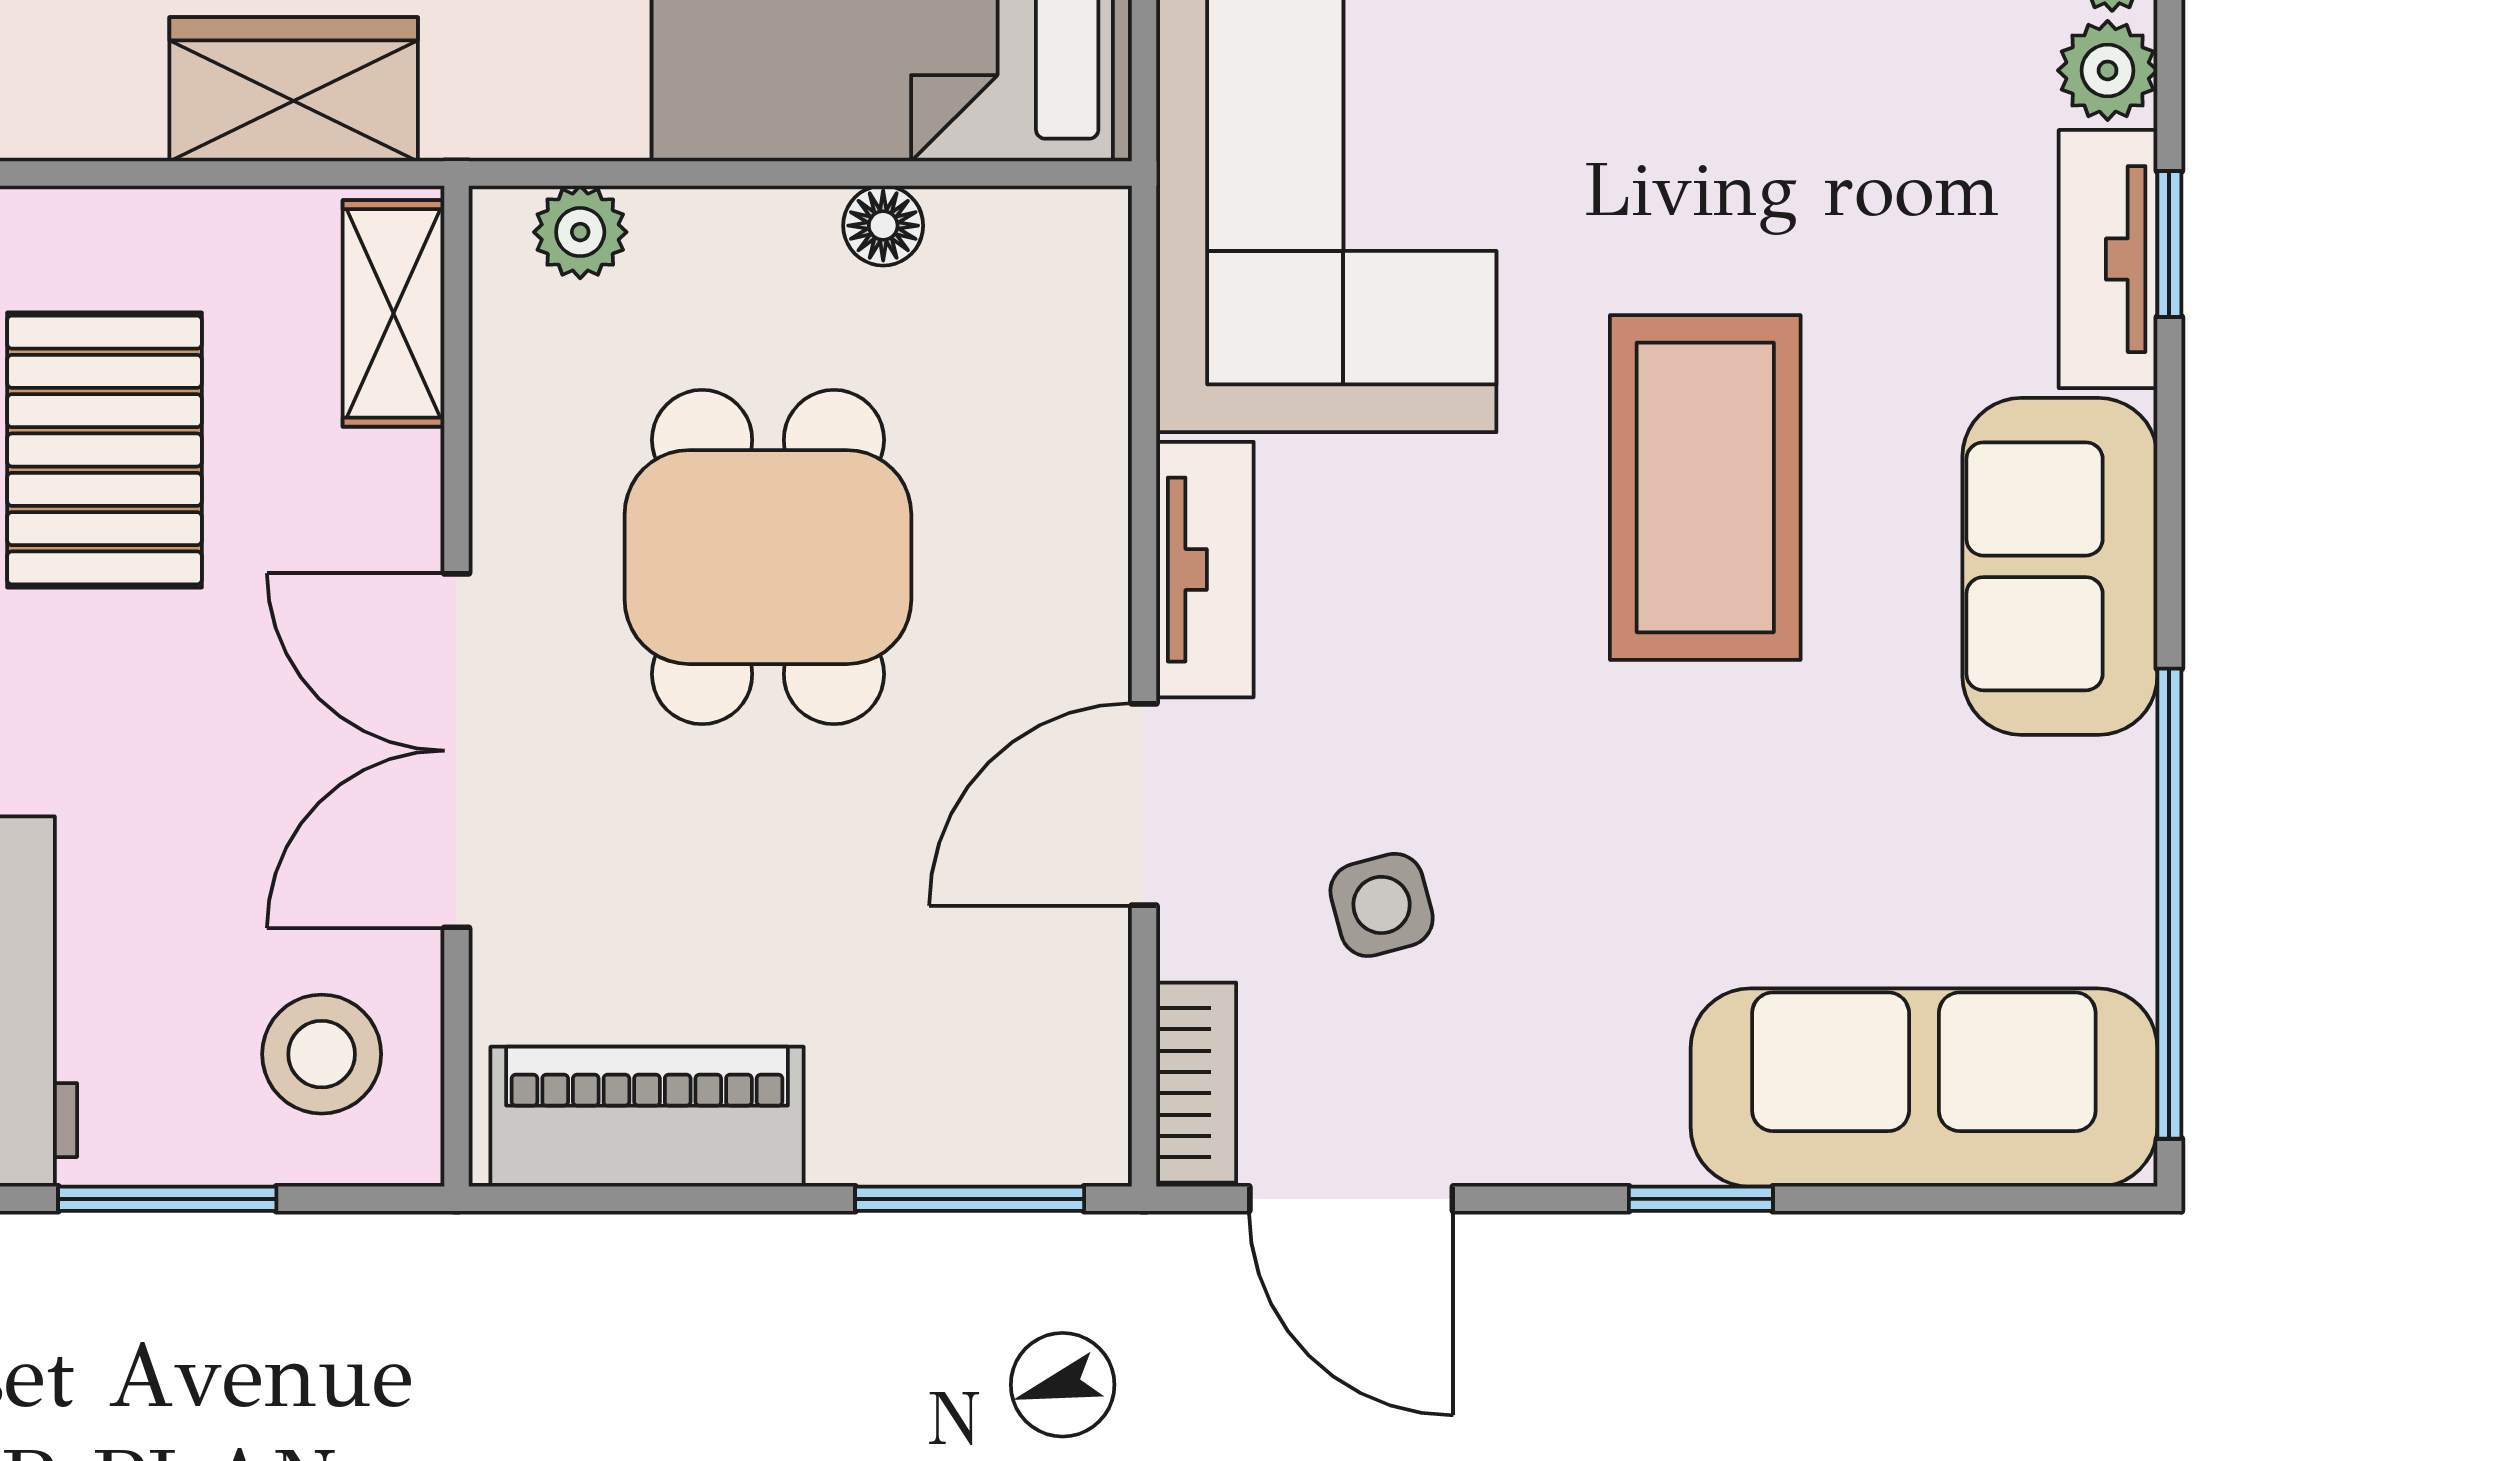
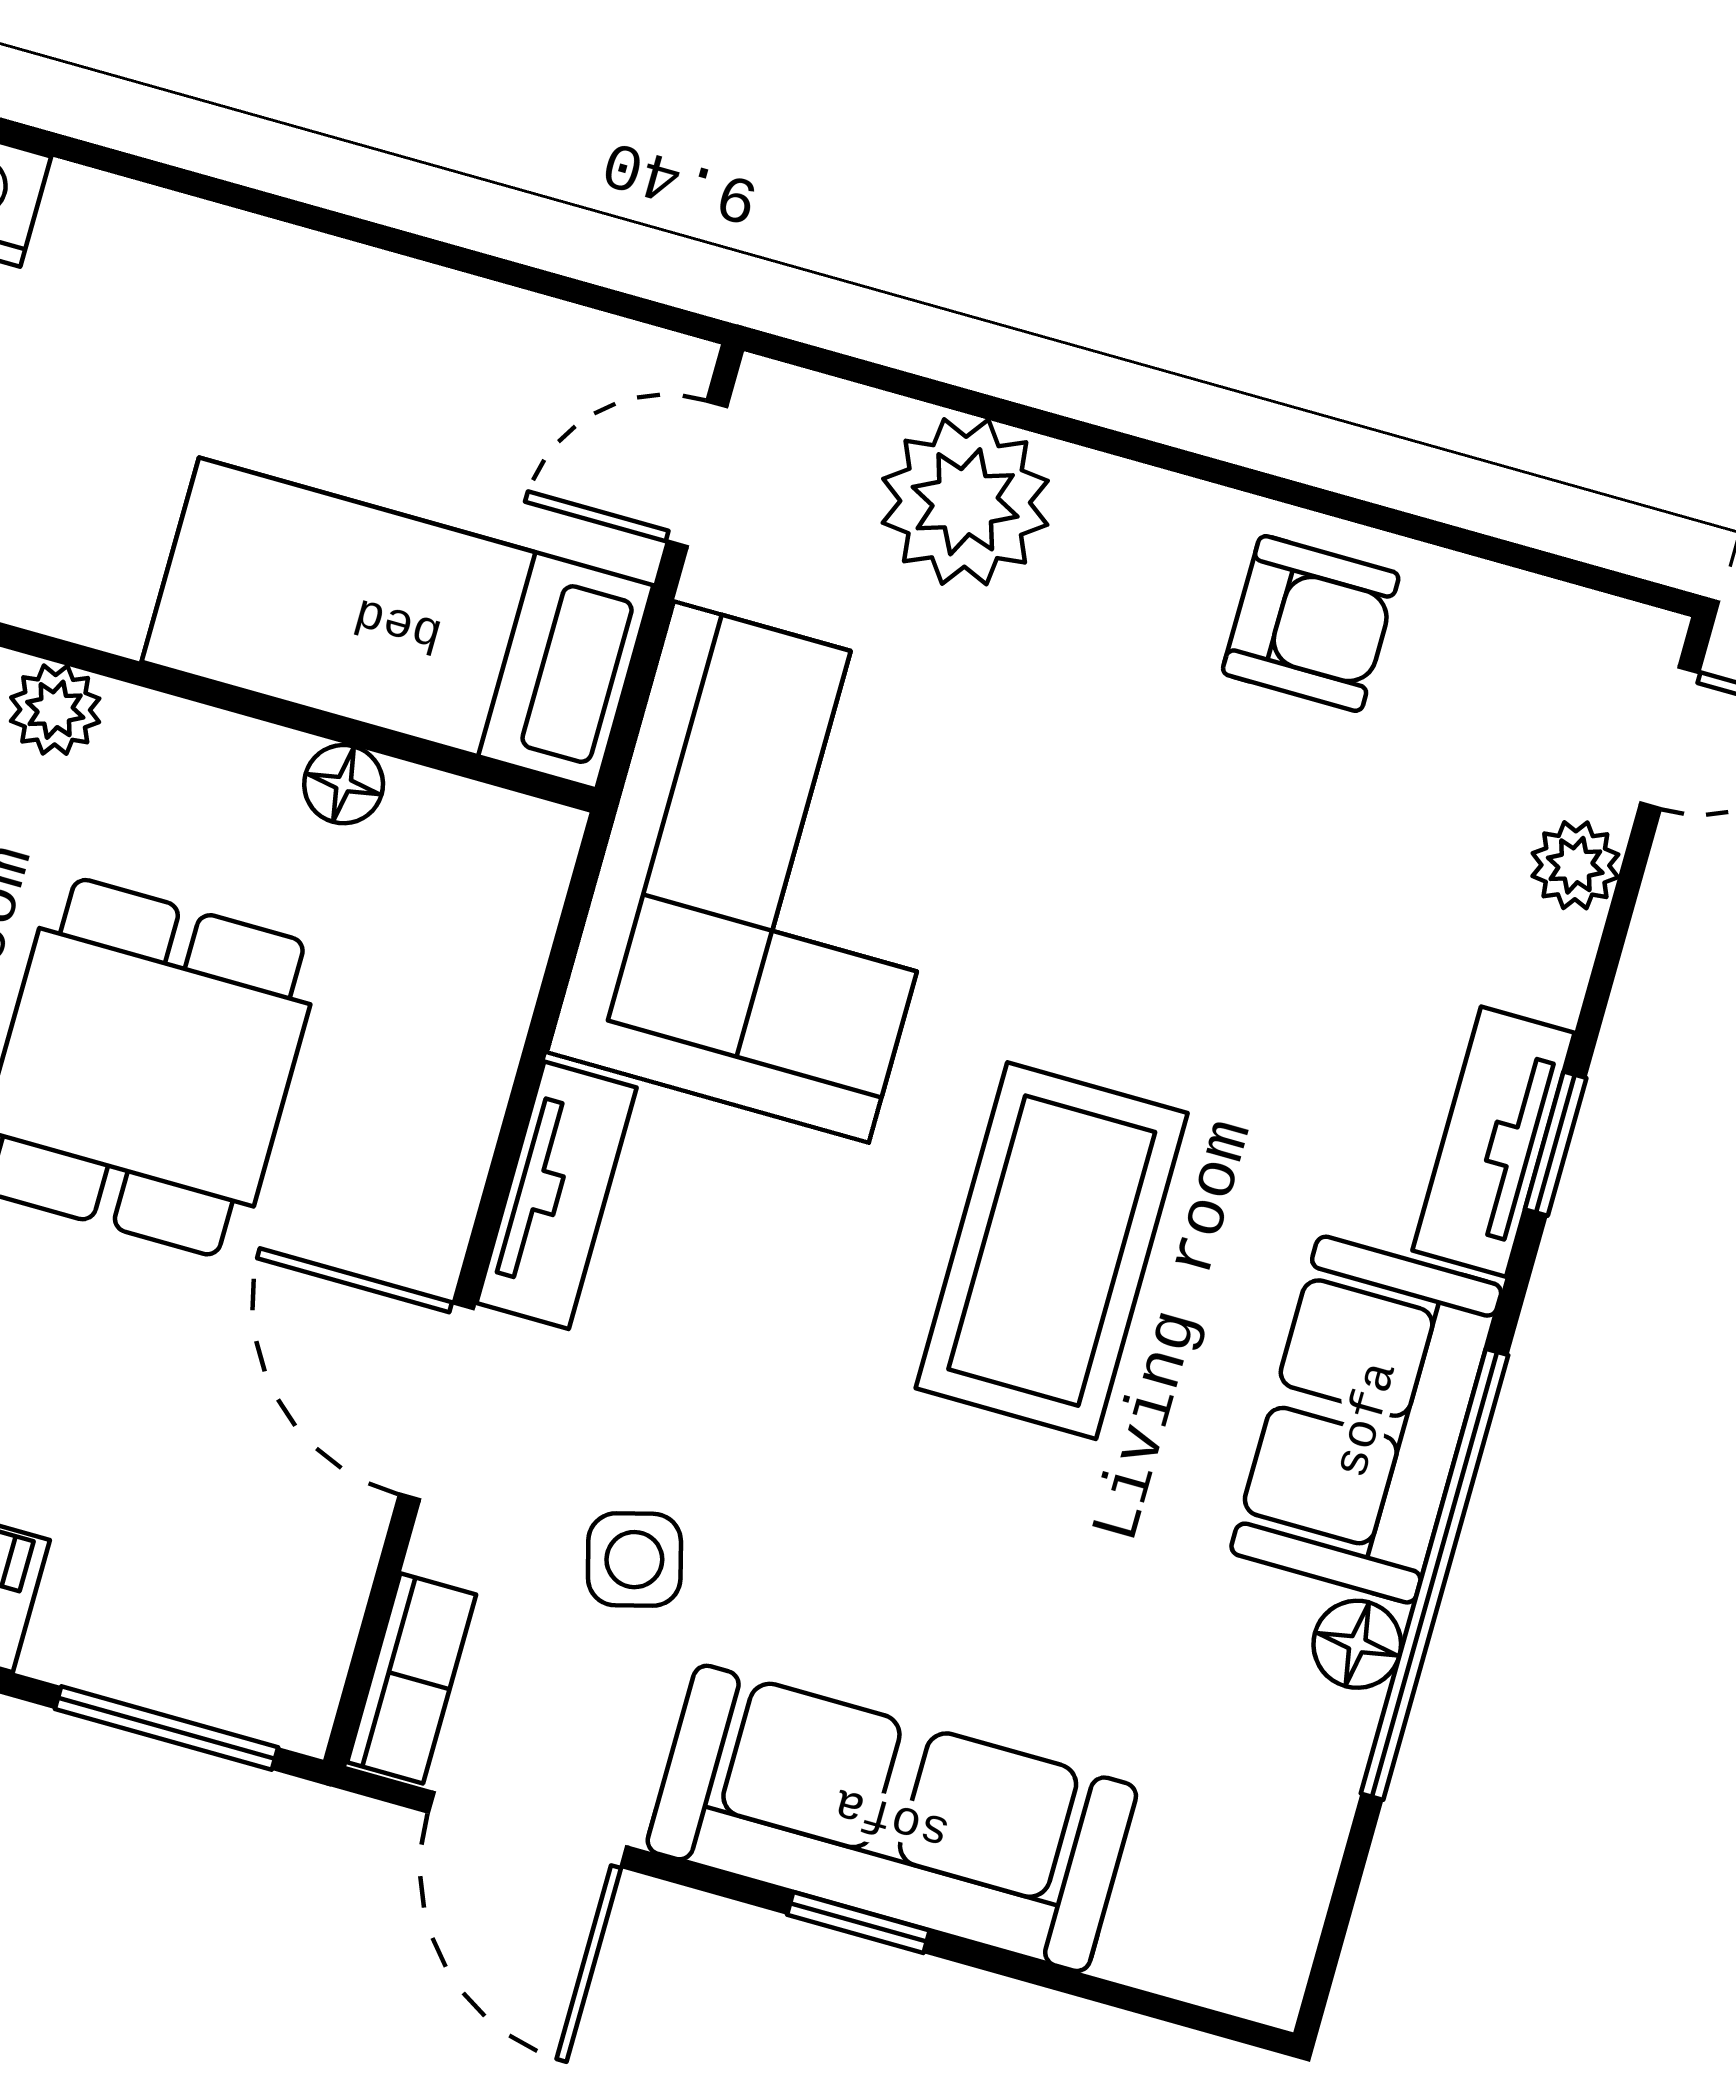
plant: (2108, 70) -> (1543, 963), removed
floor lamp: (2113, 789) -> (1357, 1644), added
door: (1144, 804) -> (436, 1401), hinge flipped
window: (2169, 904) -> (1435, 1574), moved
sofa: (1924, 1088) -> (892, 1818), moved

